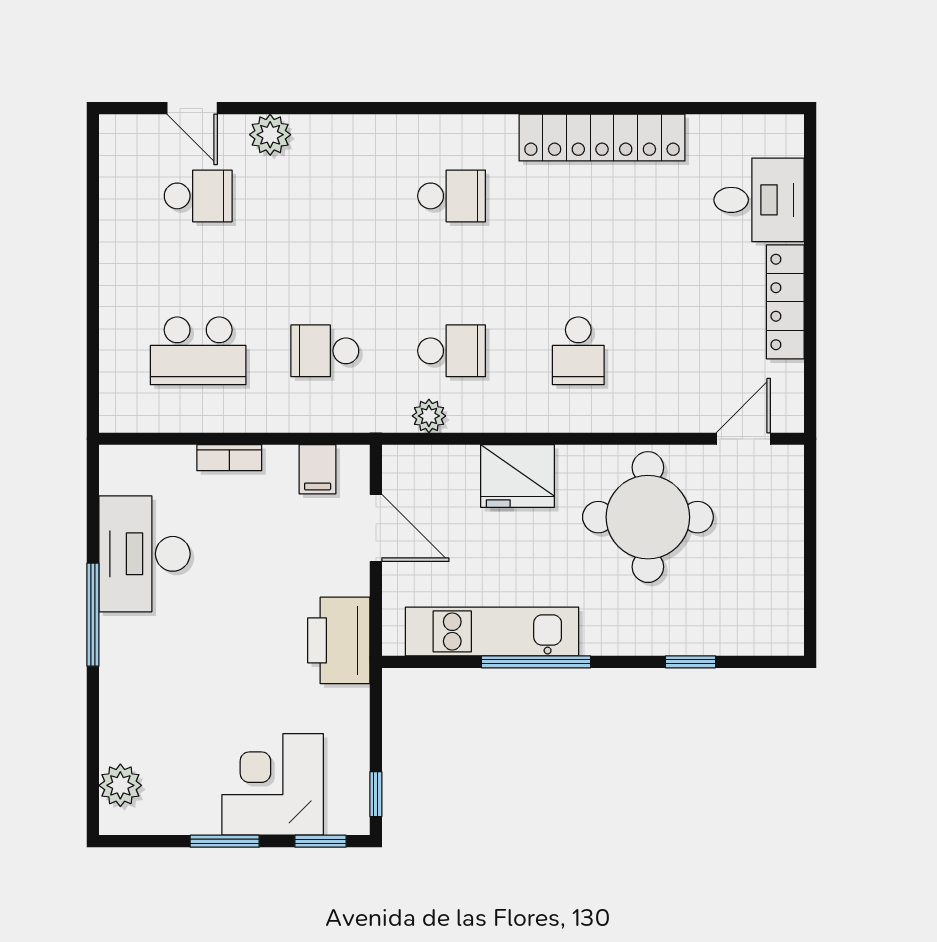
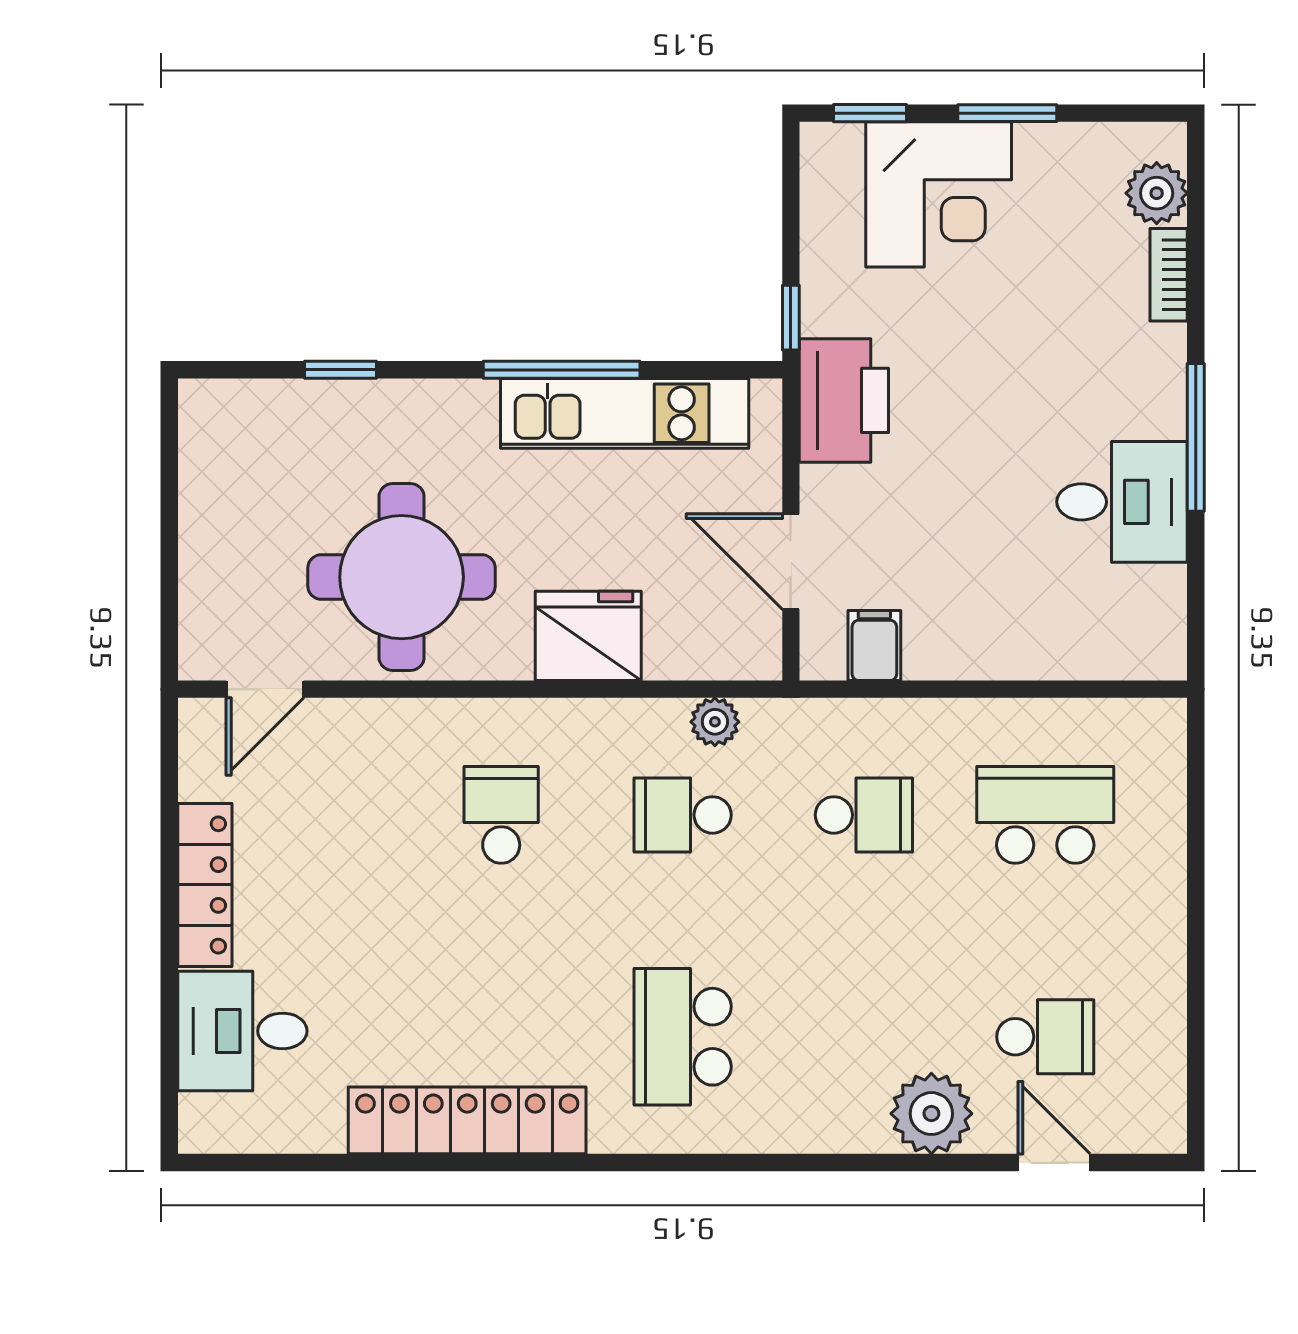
plant: (270, 135) -> (931, 1114), width x1.36, depth x1.36
school desk: (198, 196) -> (1045, 1037), turned 180
school desk: (452, 196) -> (683, 1037), width x1.85
bookcase: (229, 458) -> (1169, 275), moved, turned -90
desk: (145, 554) -> (1122, 502), width x0.73
window: (376, 794) -> (791, 318), moved

